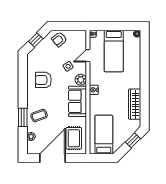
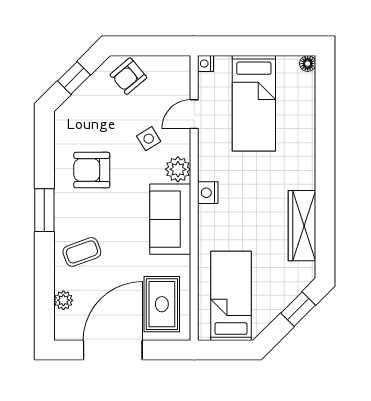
window: (23, 117) -> (44, 210), moved

